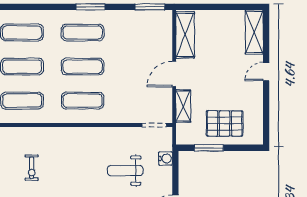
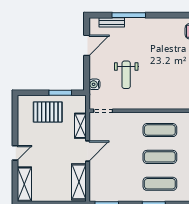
weight bench: (125, 171) -> (126, 75), turned 90

